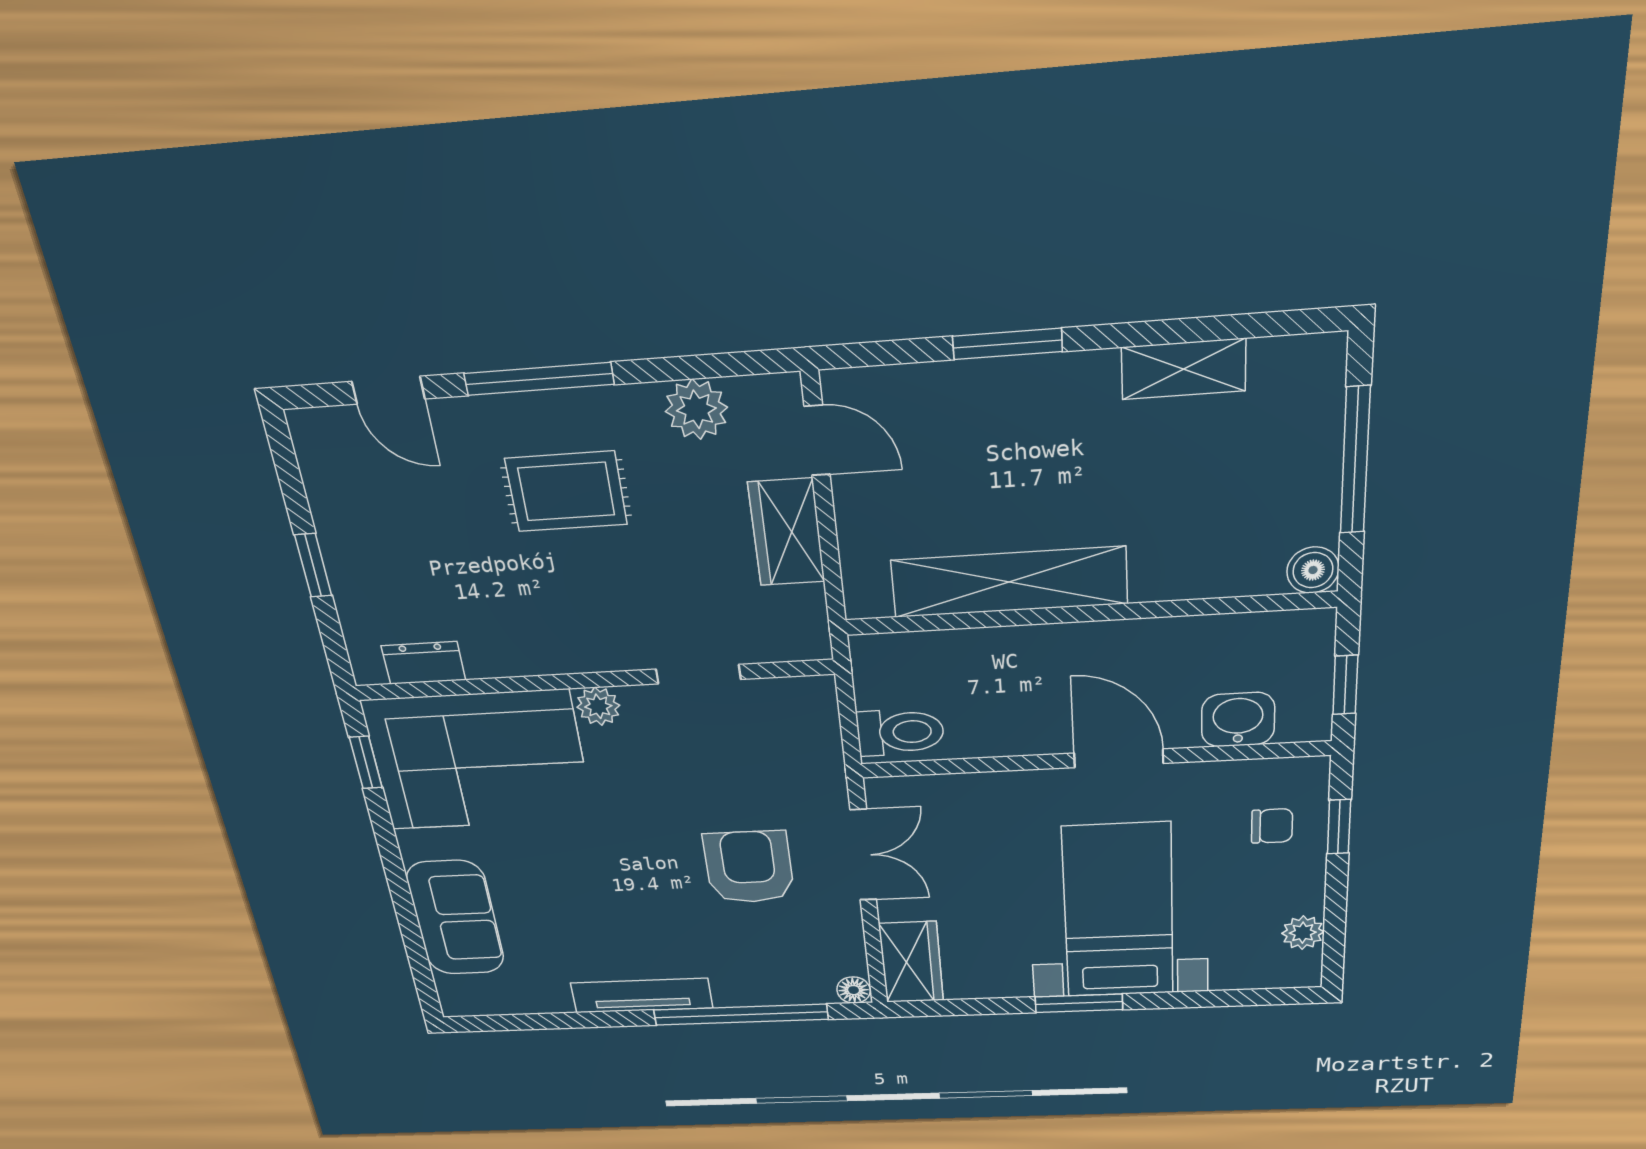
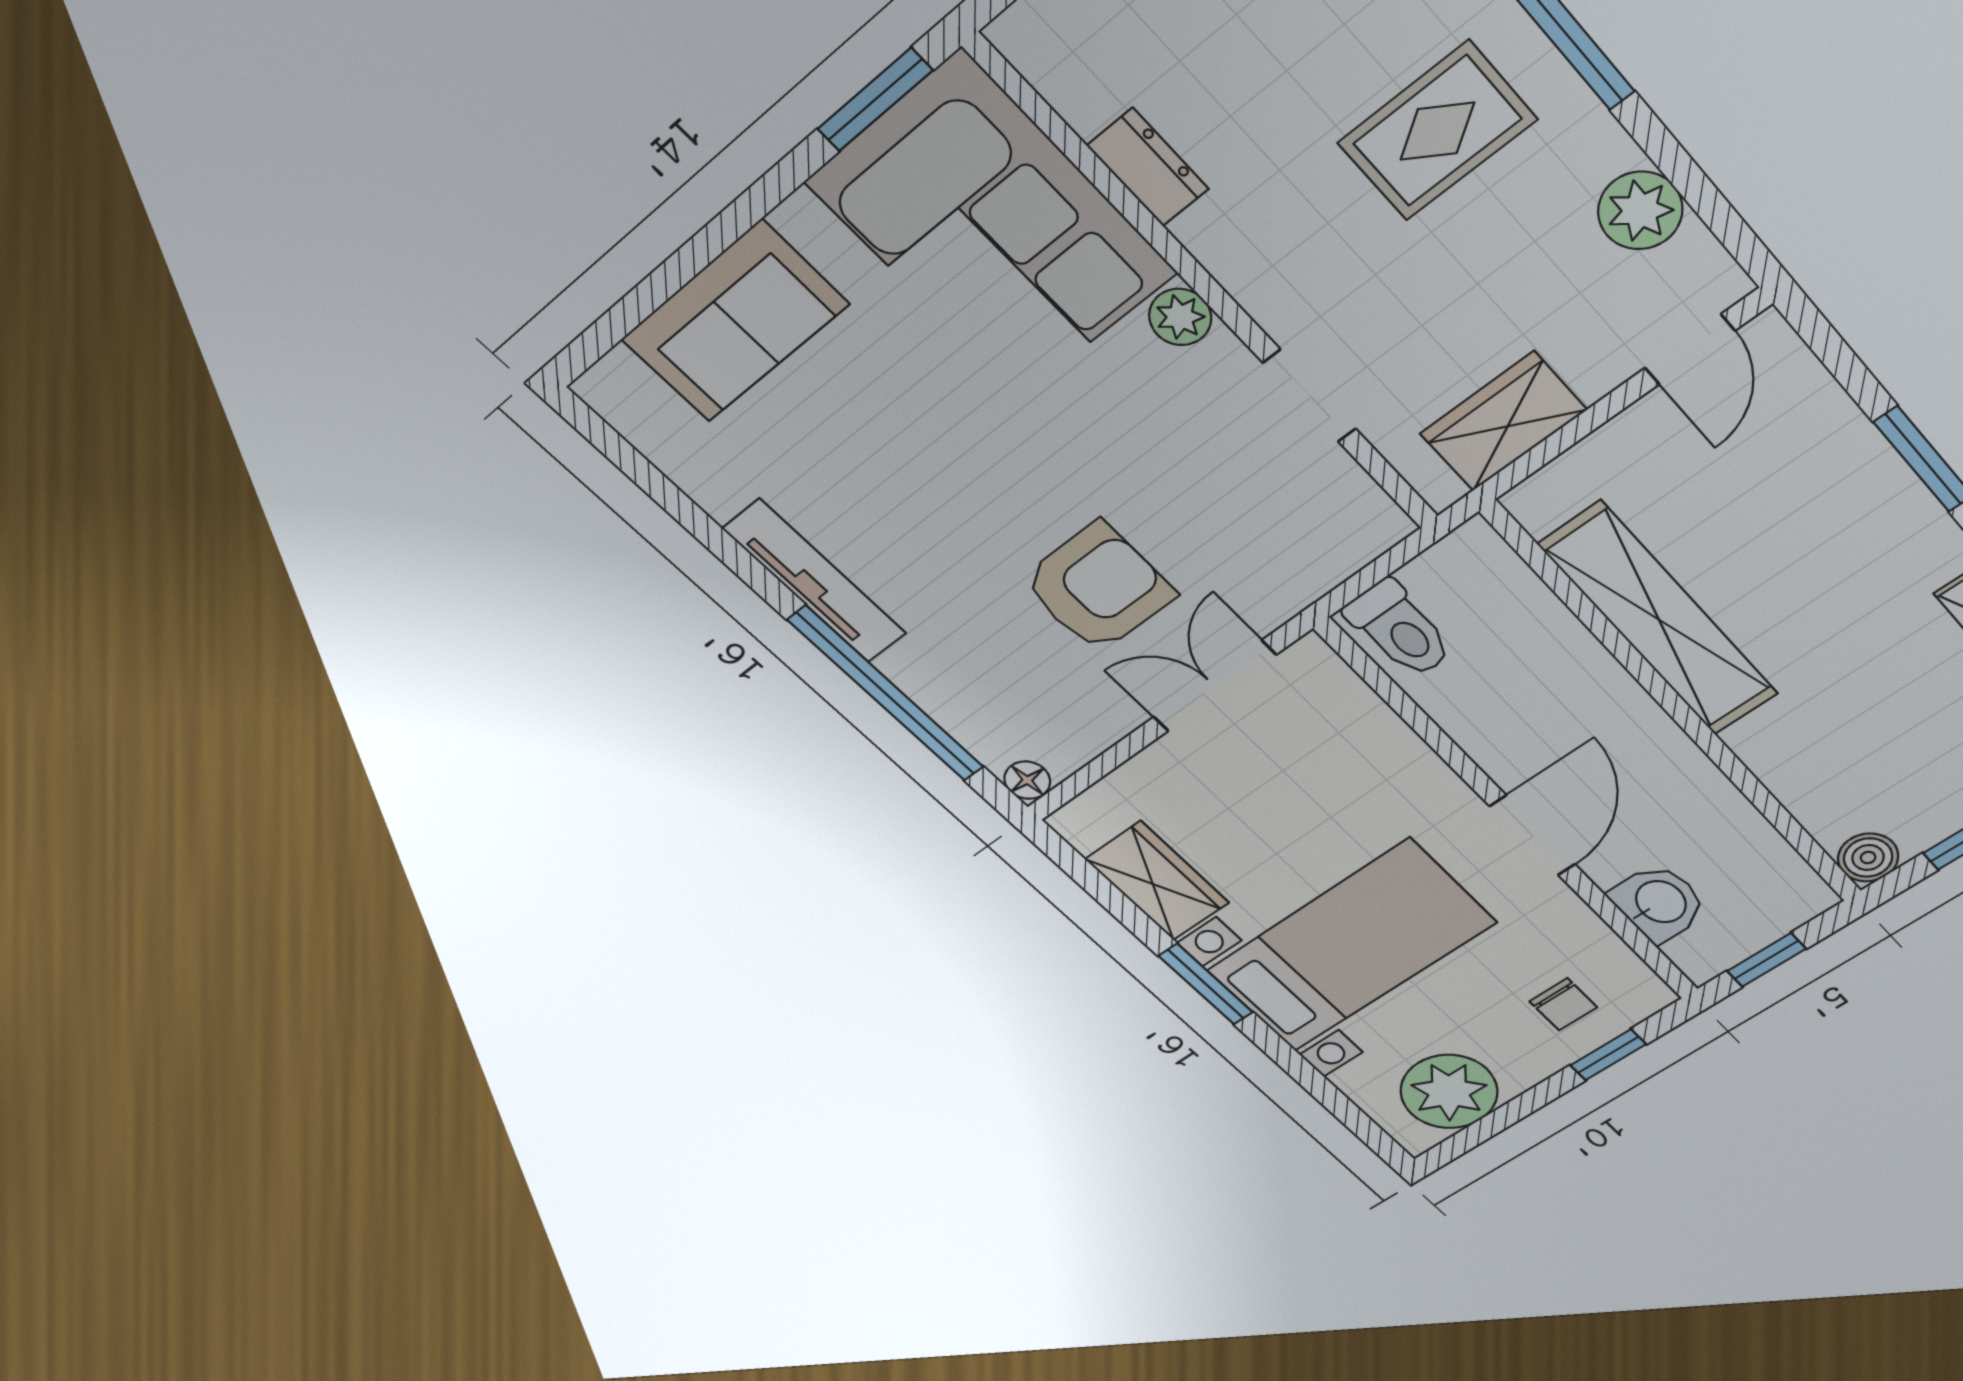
rug: (566, 492) -> (1437, 131), turned 90
wardrobe: (787, 532) -> (1503, 422), moved
dresser: (424, 663) -> (1148, 167), moved
window: (366, 762) -> (875, 100), width x1.50
double door: (863, 855) -> (1214, 686), swing flipped
plant: (1303, 933) -> (1449, 1092), width x1.88, depth x1.88
wardrobe: (911, 962) -> (1157, 881), moved, turned -90

